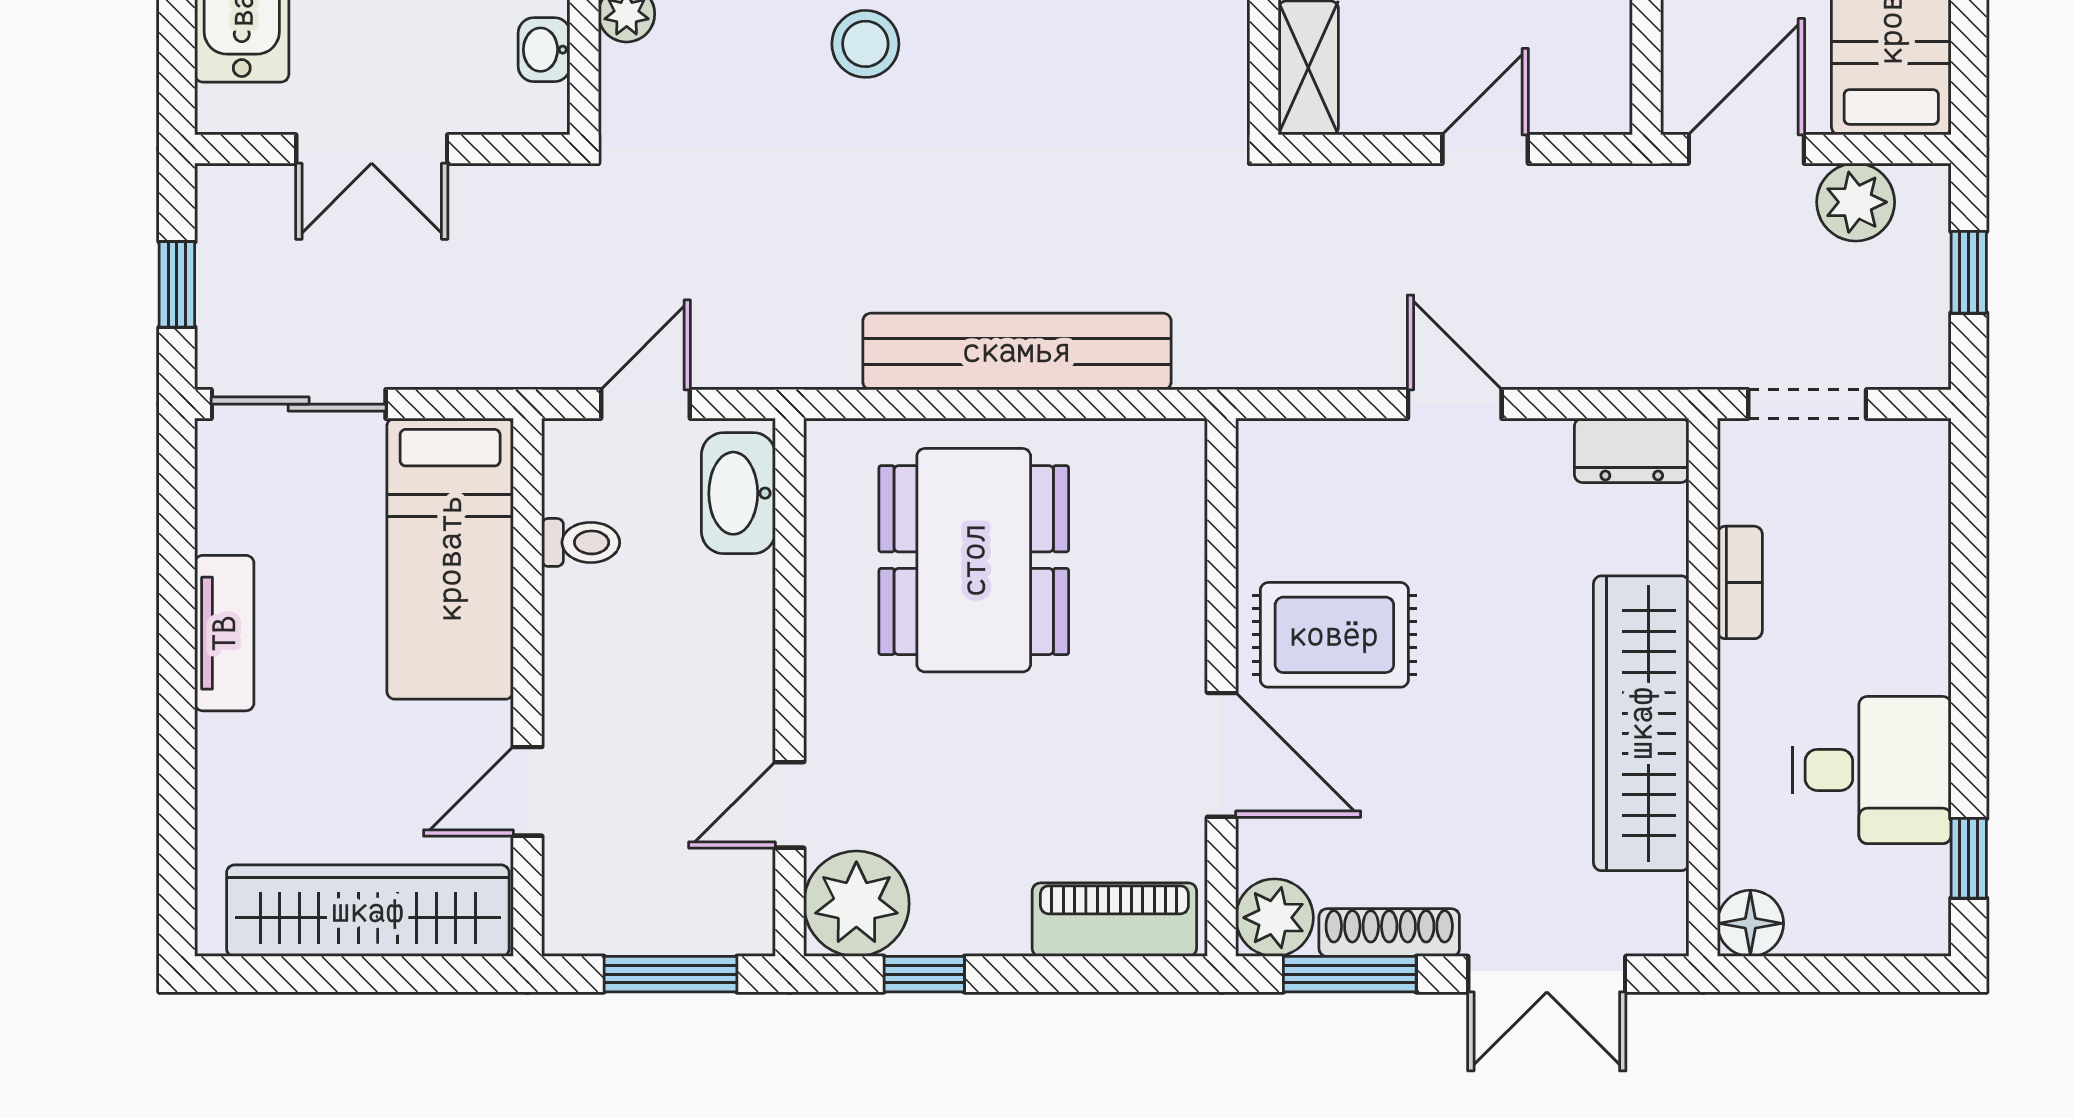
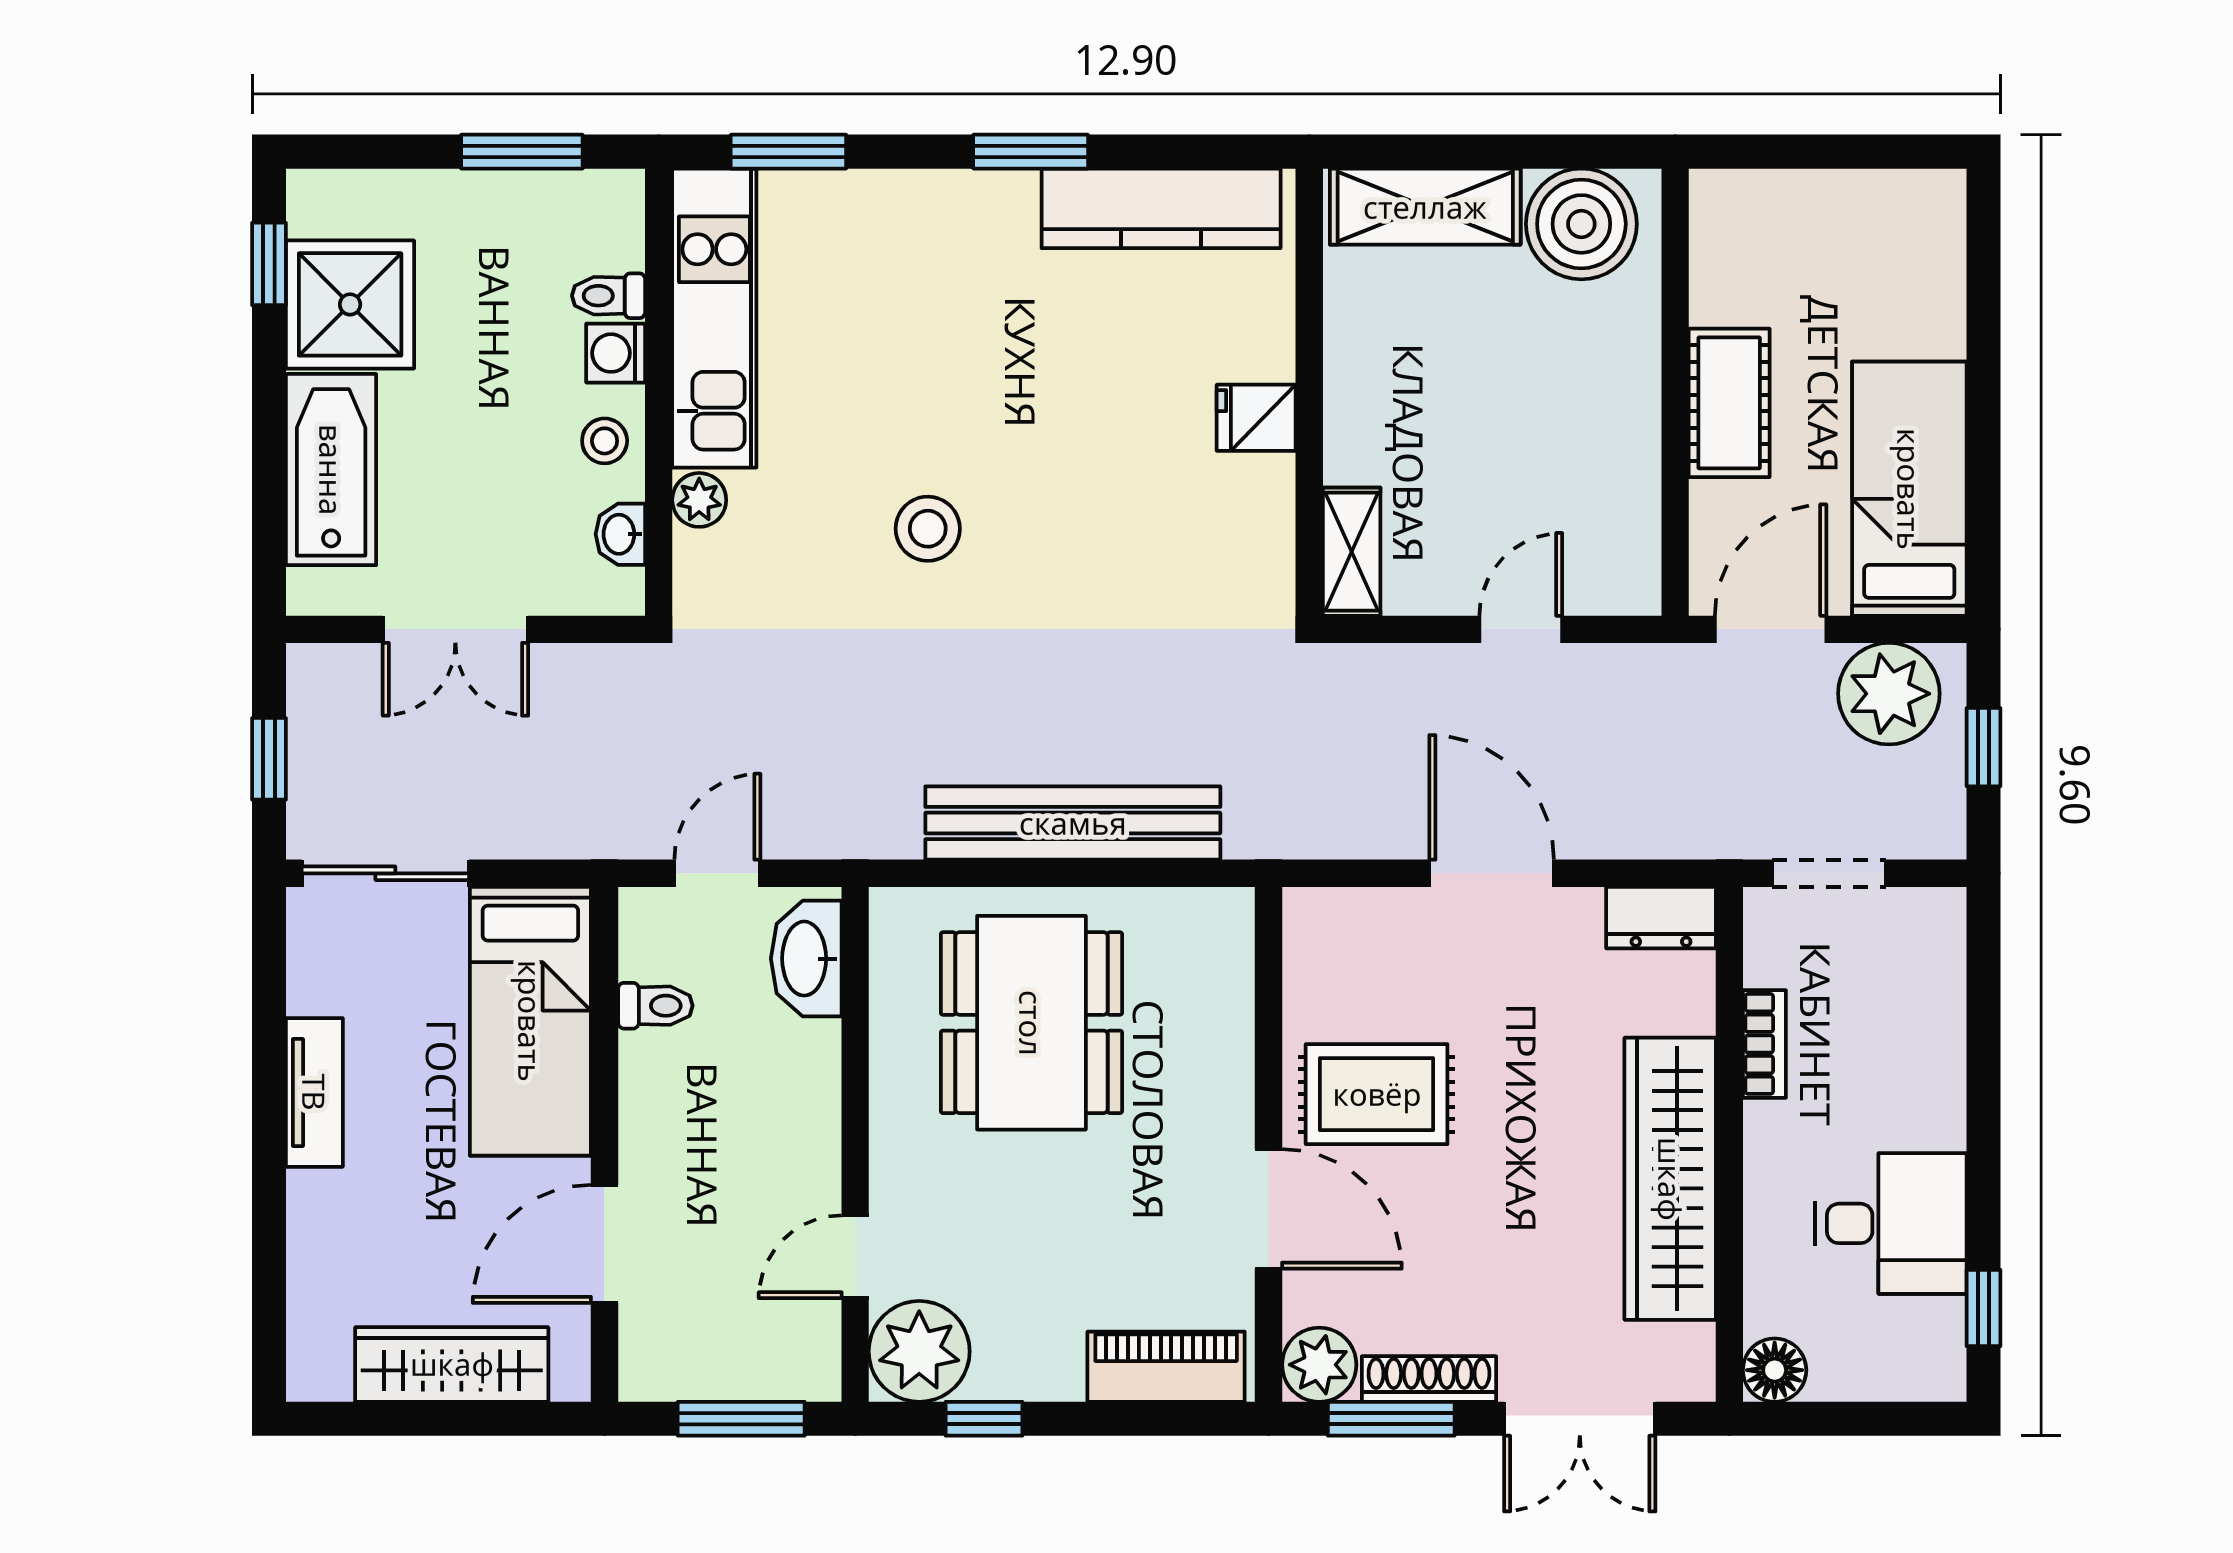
plant: (1856, 202) -> (1889, 694), width x1.36, depth x1.36
door: (1455, 404) -> (1492, 873), width x1.38
door: (527, 791) -> (604, 1244), width x1.38
wardrobe: (368, 911) -> (452, 1364), width x0.71, depth x0.85

